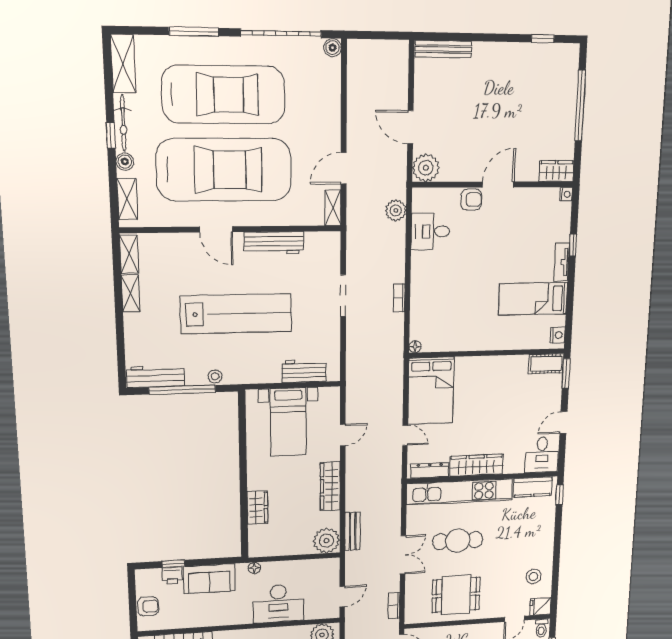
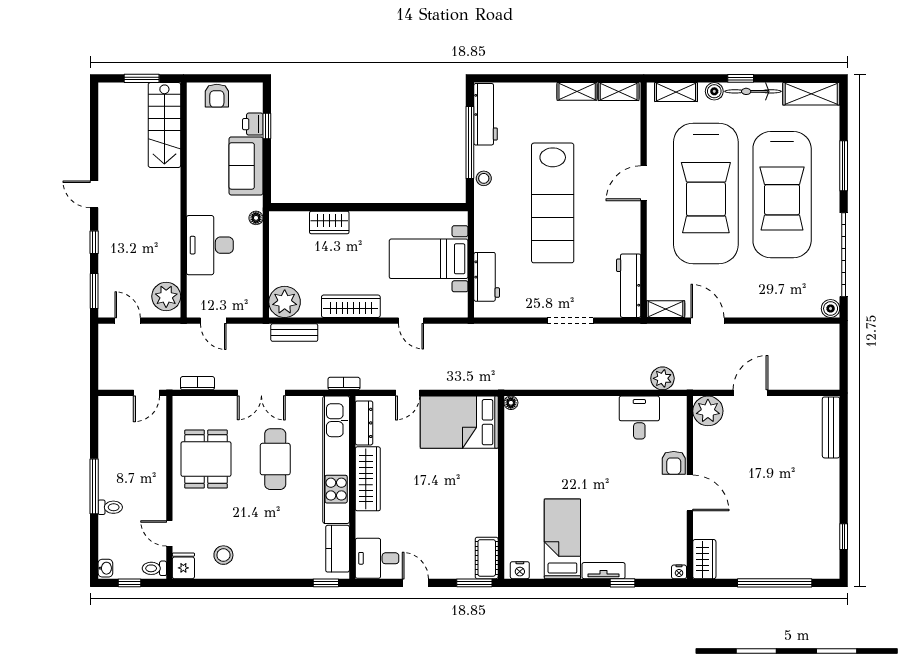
workbench: (274, 243) -> (629, 286), moved
bookcase: (399, 298) -> (344, 384), moved

